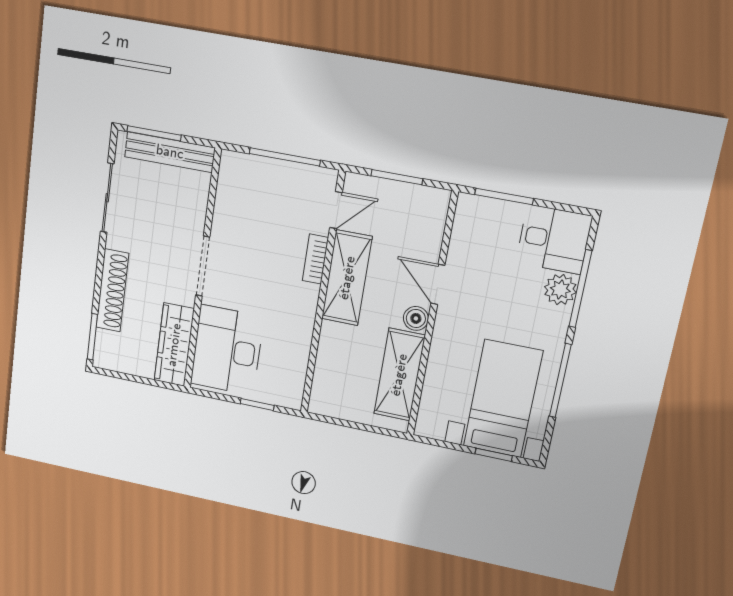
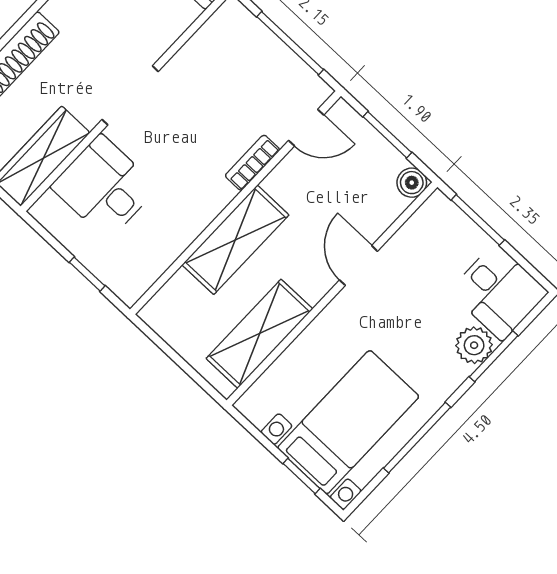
shelving: (347, 278) -> (235, 240), moved
window: (580, 289) -> (494, 356), width x0.69
boiler: (416, 318) -> (412, 183), moved
desk: (227, 350) -> (104, 187), width x0.73

